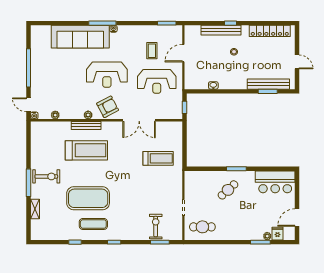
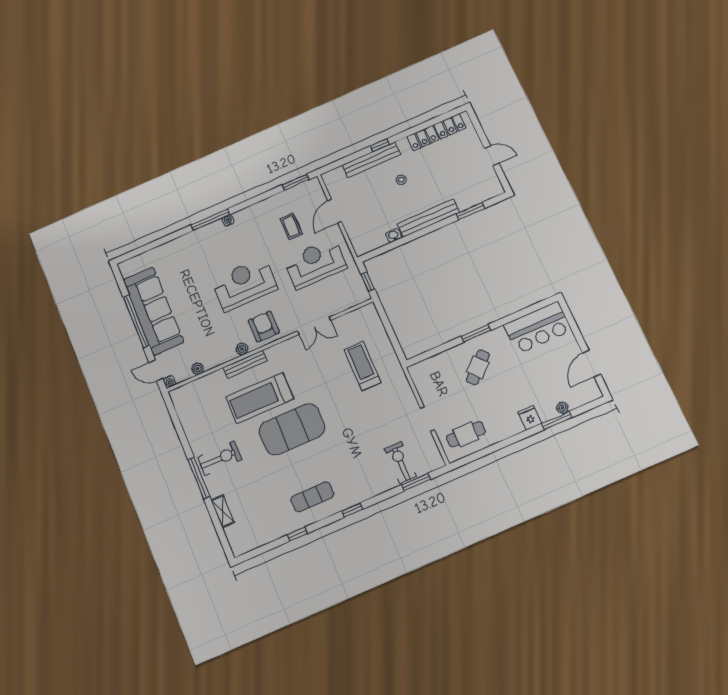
sofa: (80, 37) -> (153, 311), moved, turned -90
reception desk: (107, 75) -> (245, 284), turned 180
reception desk: (157, 81) -> (315, 263), turned 180
bench: (268, 84) -> (429, 218), moved
armchair: (108, 107) -> (264, 326), turned -62
double door: (139, 120) -> (314, 326), width x0.73
treadmill: (86, 150) -> (260, 398), turned 180
treadmill: (158, 158) -> (363, 366), turned -90
exercise mat: (88, 198) -> (292, 429), moved
fridge: (277, 234) -> (530, 418), moved

